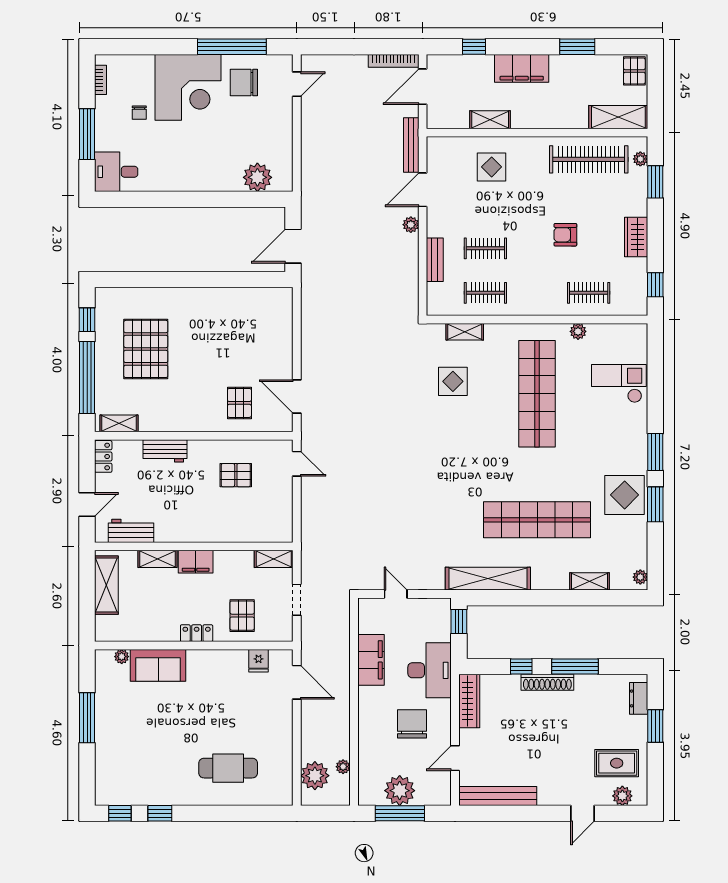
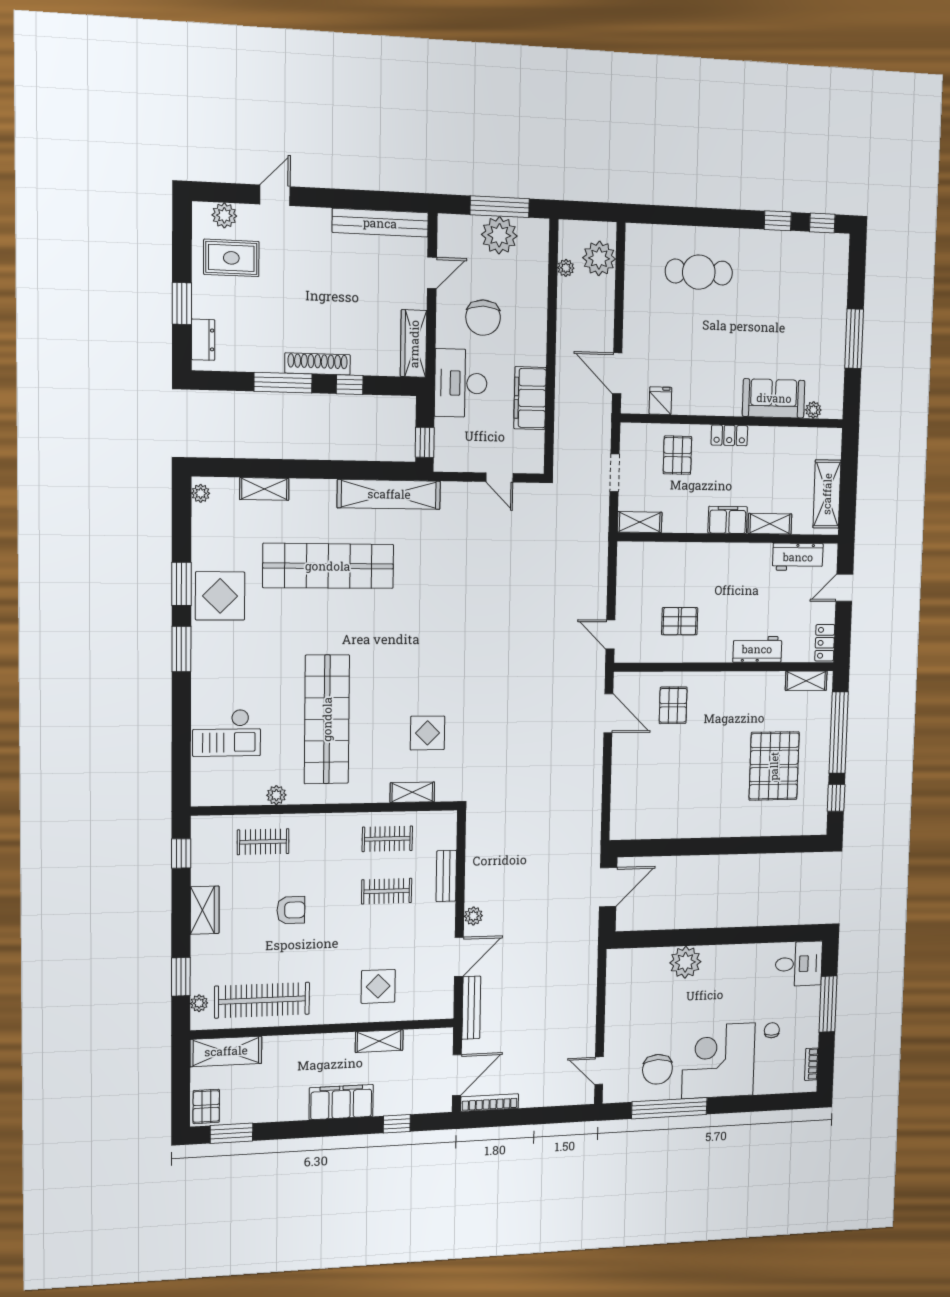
window: (577, 47) -> (232, 1133), moved
chair: (244, 83) -> (657, 1069), turned 90
door: (297, 84) -> (599, 1071), hinge flipped
plant: (257, 177) -> (685, 962), moved

